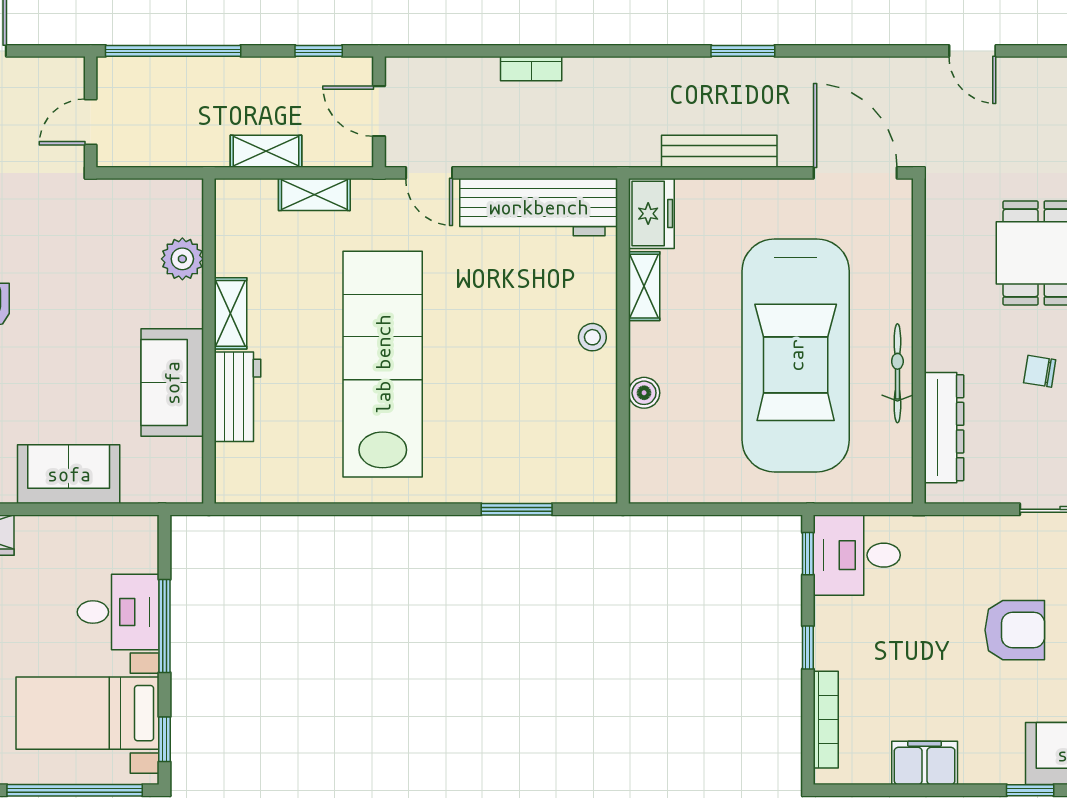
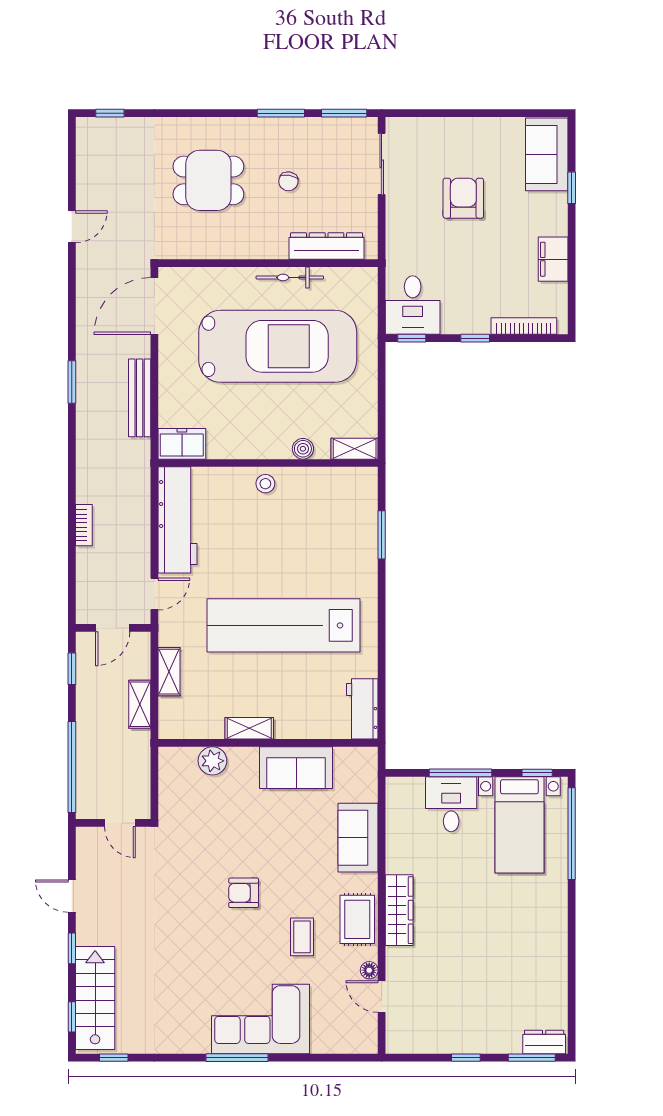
shelving: (644, 286) -> (355, 449), moved
workbench: (238, 397) -> (362, 709), moved, turned -90

